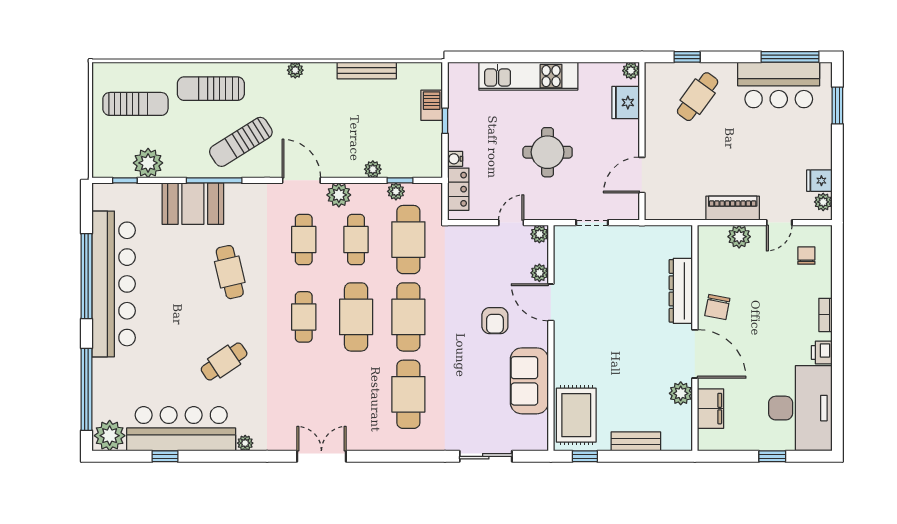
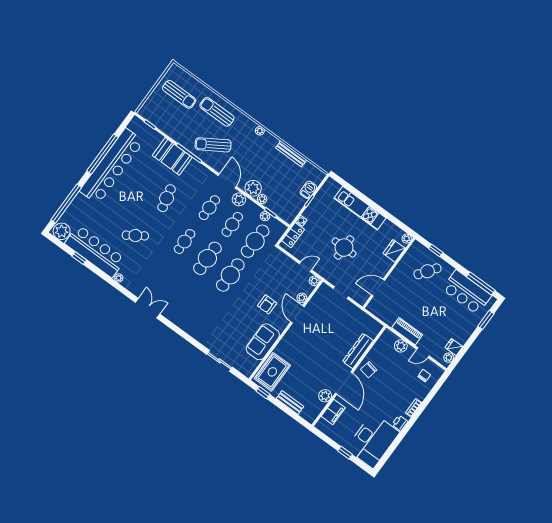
plant: (148, 163) -> (253, 188), moved
cafe table: (408, 394) -> (206, 309), removed

